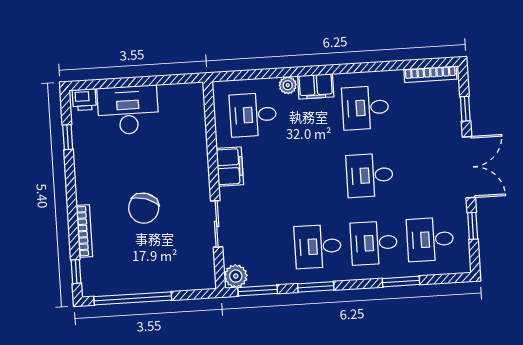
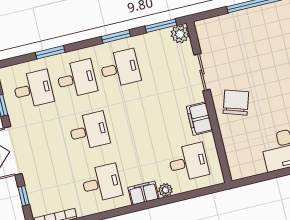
chair: (144, 208) -> (236, 103), moved

